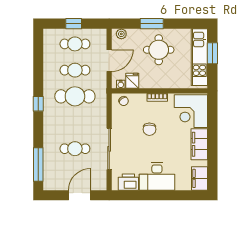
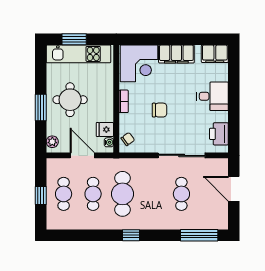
desk: (157, 176) -> (213, 96), width x0.73

